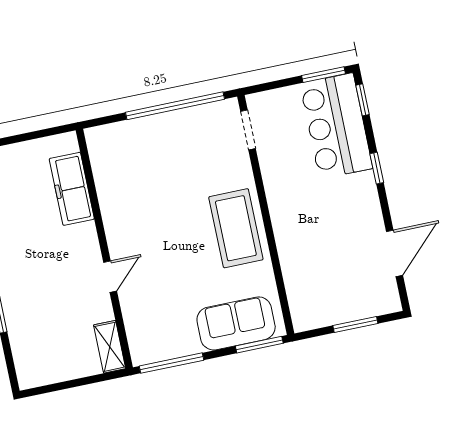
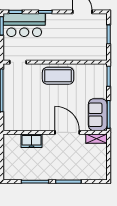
freezer: (72, 189) -> (32, 141), width x0.71
door: (110, 277) -> (67, 132), width x1.88
sofa: (236, 323) -> (98, 115), moved

